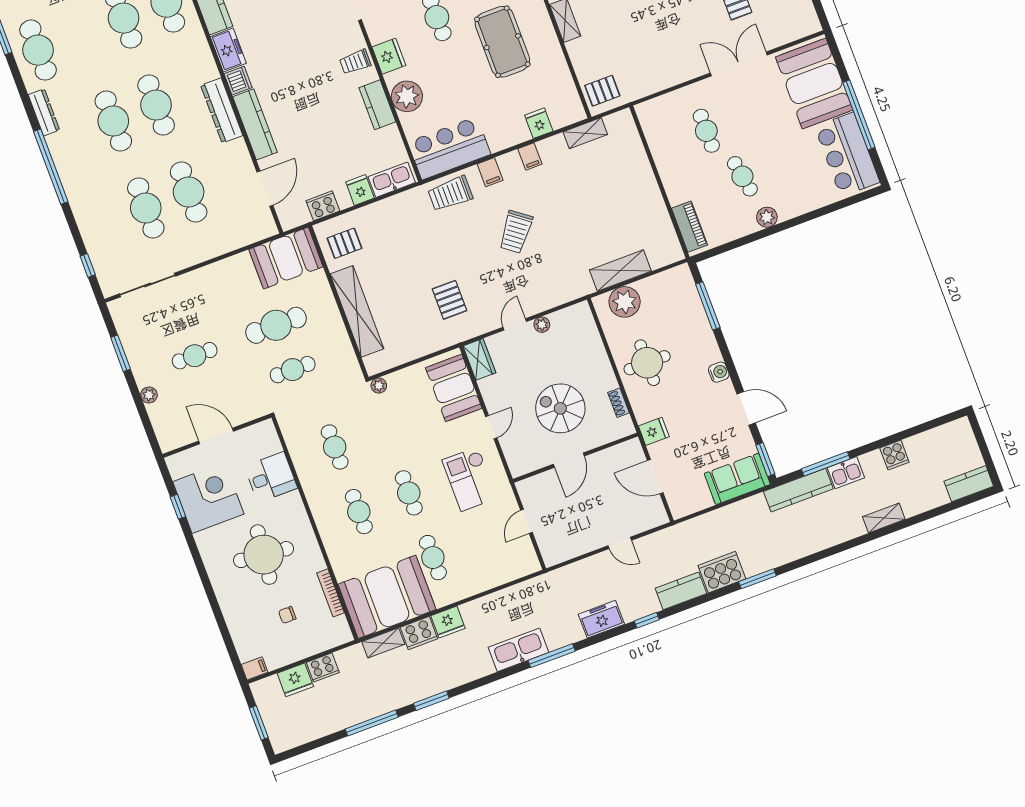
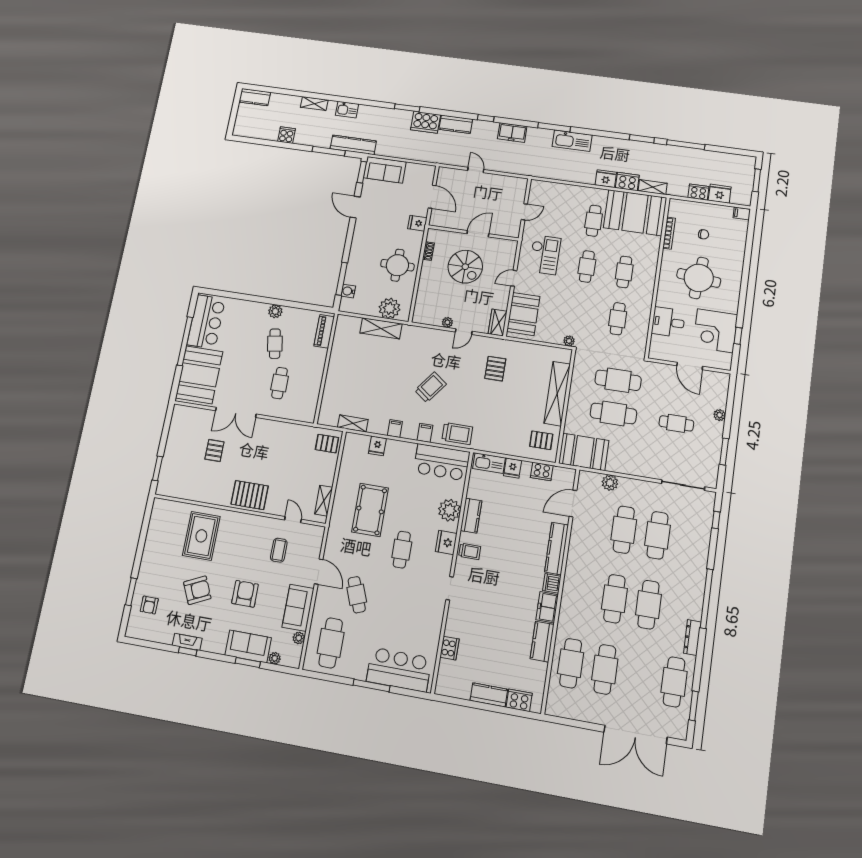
dresser: (222, 110) -> (573, 570), removed
plant: (235, 239) -> (610, 483), added
cafe table: (293, 370) -> (618, 380), width x1.37, depth x1.35
water cooler: (719, 372) -> (348, 291), moved
kitchen sink: (846, 473) -> (347, 110), moved, turned 180

